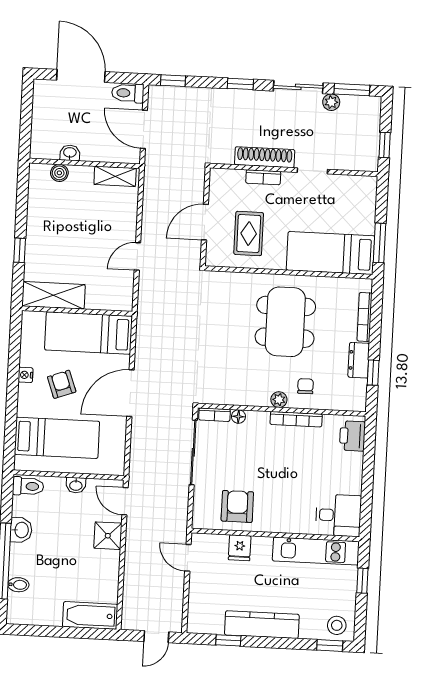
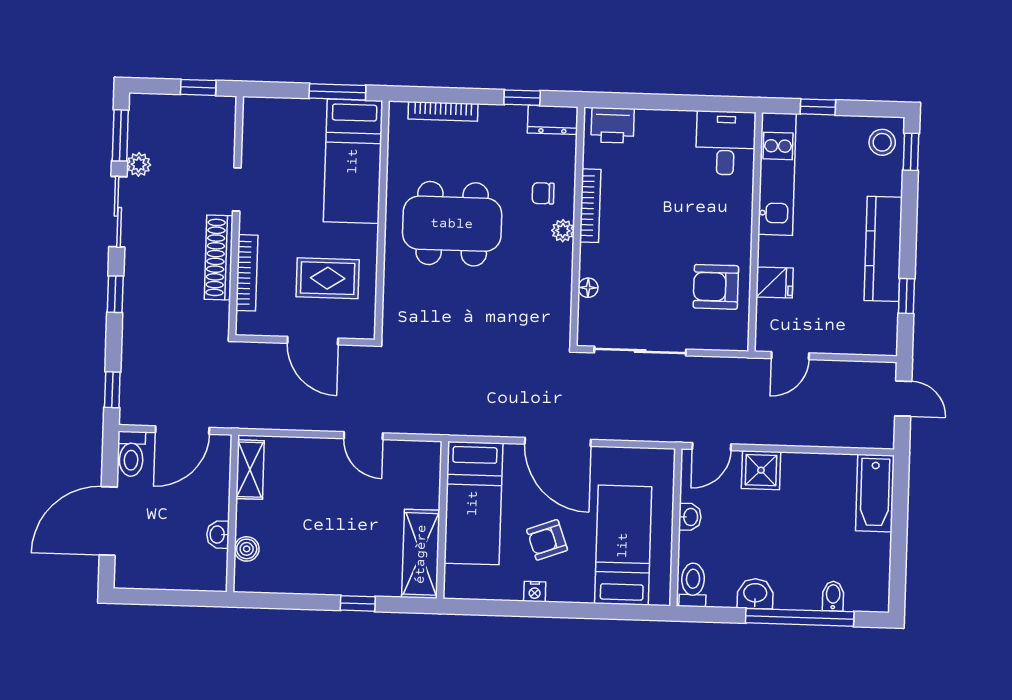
bookcase: (263, 177) -> (247, 273), width x1.56
dresser: (359, 360) -> (553, 120), moved
bookcase: (214, 415) -> (586, 322), removed

